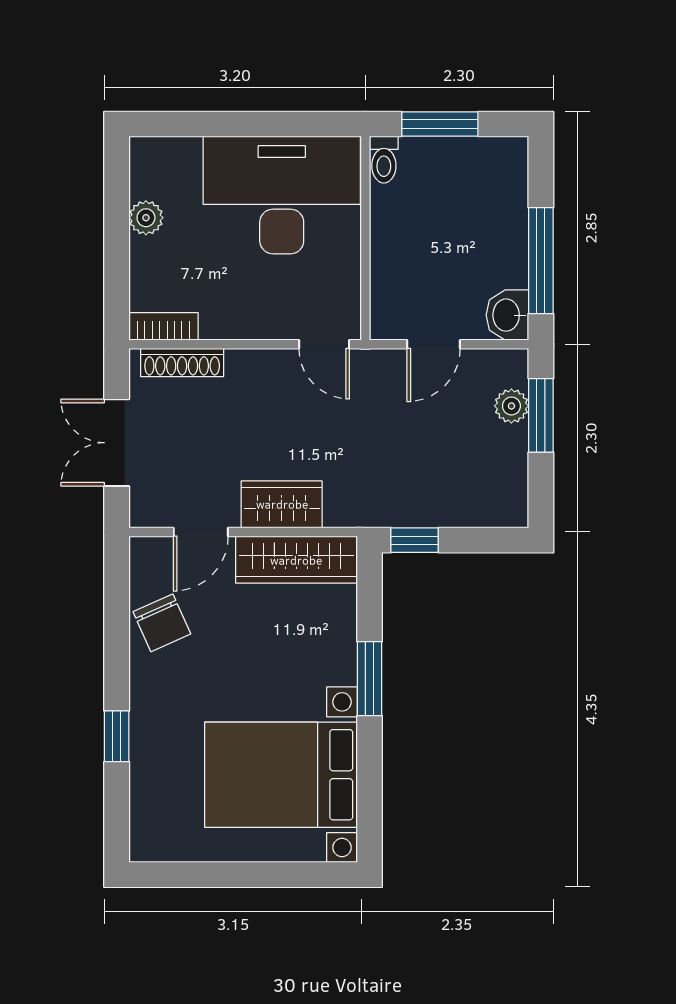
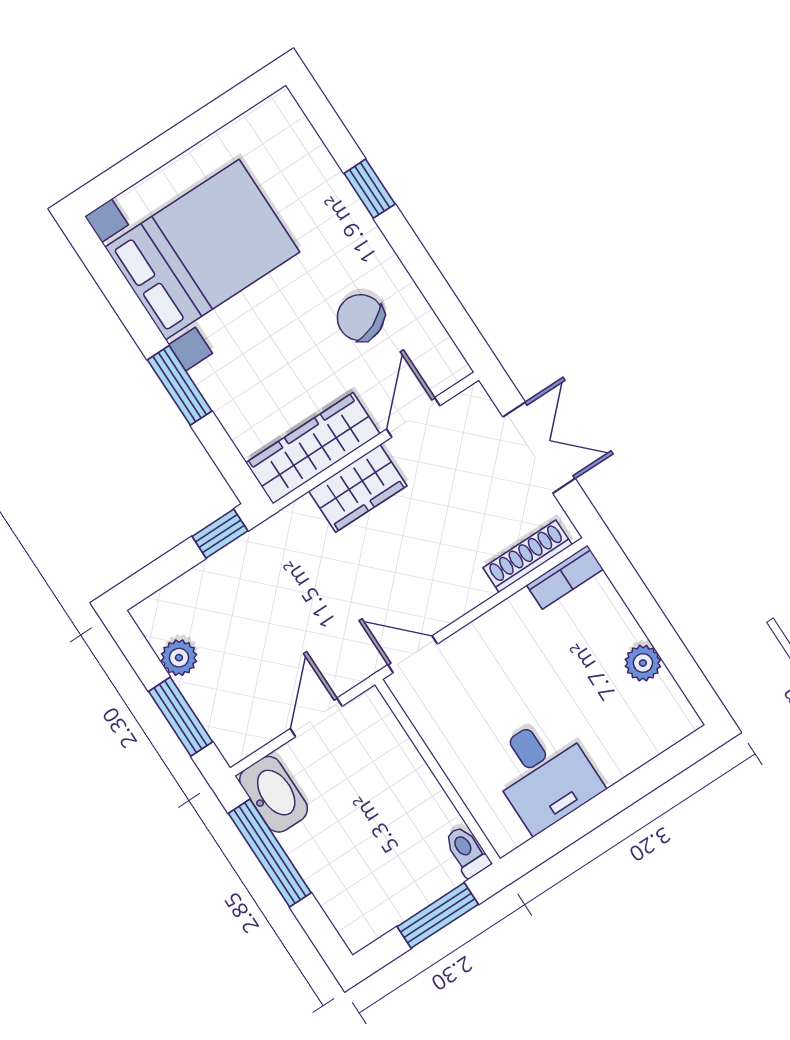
desk: (282, 195) -> (544, 773), width x0.53, depth x0.77
washbasin: (507, 315) -> (274, 794), width x1.38
plant: (511, 406) -> (179, 658), moved
chair: (162, 623) -> (361, 318), moved

